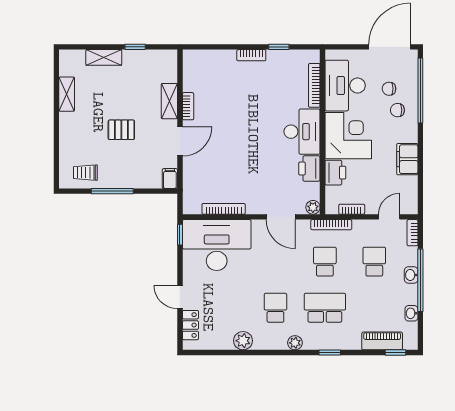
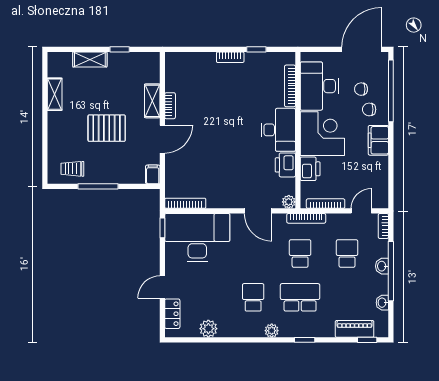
pallet: (121, 130) -> (107, 128), width x1.50, depth x1.42
filing cabinet: (407, 159) -> (378, 140), moved
bookcase: (224, 209) -> (185, 203), moved
bookcase: (352, 209) -> (326, 204), width x1.56
door: (180, 297) -> (162, 287), hinge flipped
plant: (243, 341) -> (208, 329), moved

